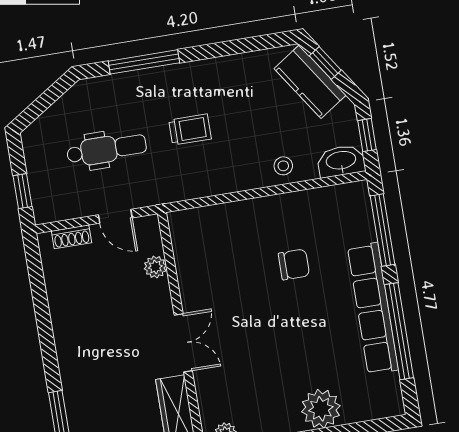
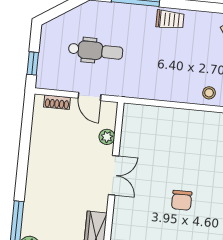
trolley: (190, 129) -> (170, 20), moved
chair: (294, 264) -> (182, 200), moved, turned 90
double door: (183, 343) -> (114, 175), moved

